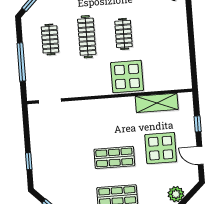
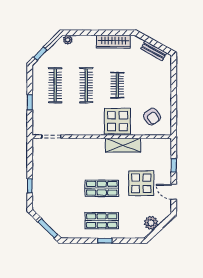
clothes rail: (50, 39) -> (55, 85), width x1.36
window: (21, 62) -> (30, 102), width x0.46
armchair: (168, 68) -> (152, 117), added
shelving: (157, 103) -> (123, 145), moved

